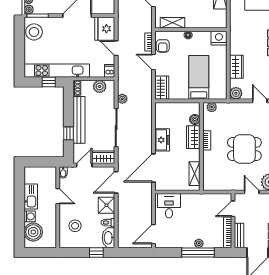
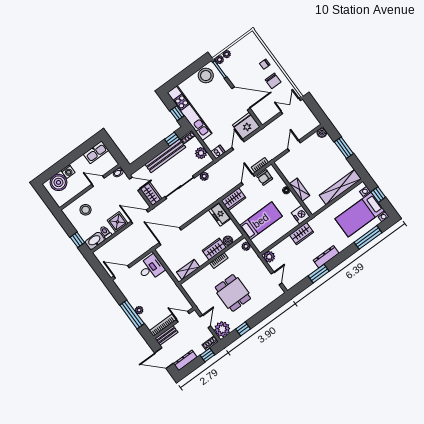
shelving: (173, 23) -> (300, 190), moved
wardrobe: (236, 67) -> (301, 234), moved
window: (68, 133) -> (172, 139), moved
freezer: (162, 140) -> (220, 214), moved, turned 90
kitchen sink: (31, 196) -> (96, 152), moved
door: (58, 196) -> (98, 181), swing flipped

